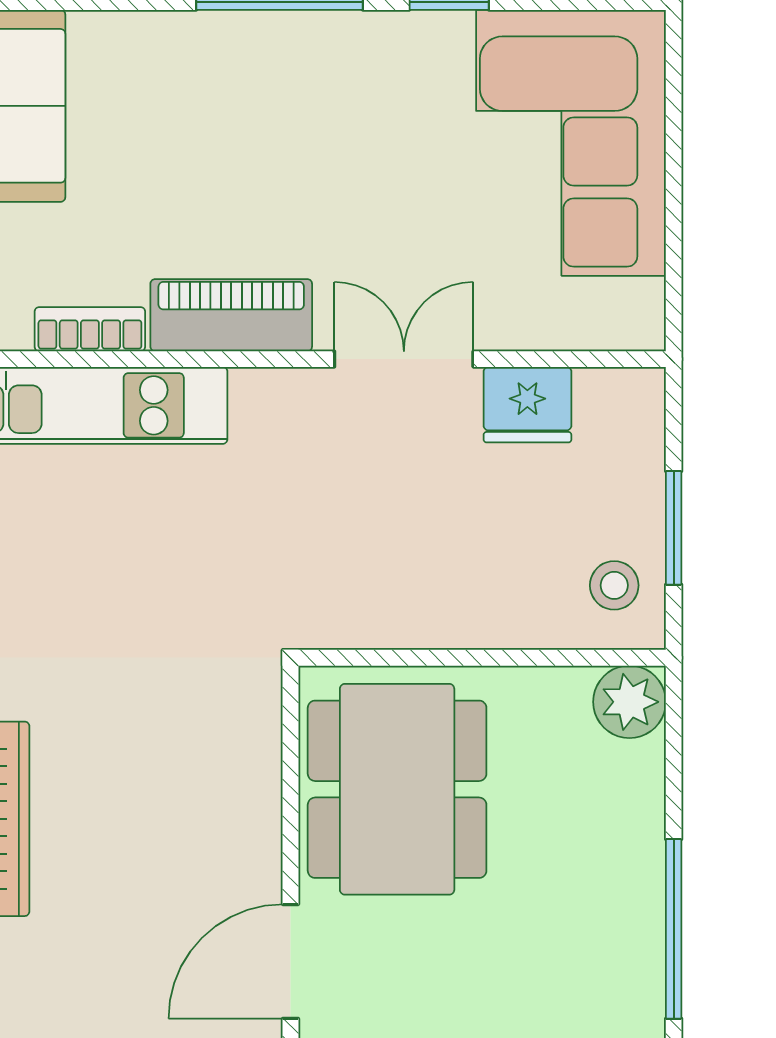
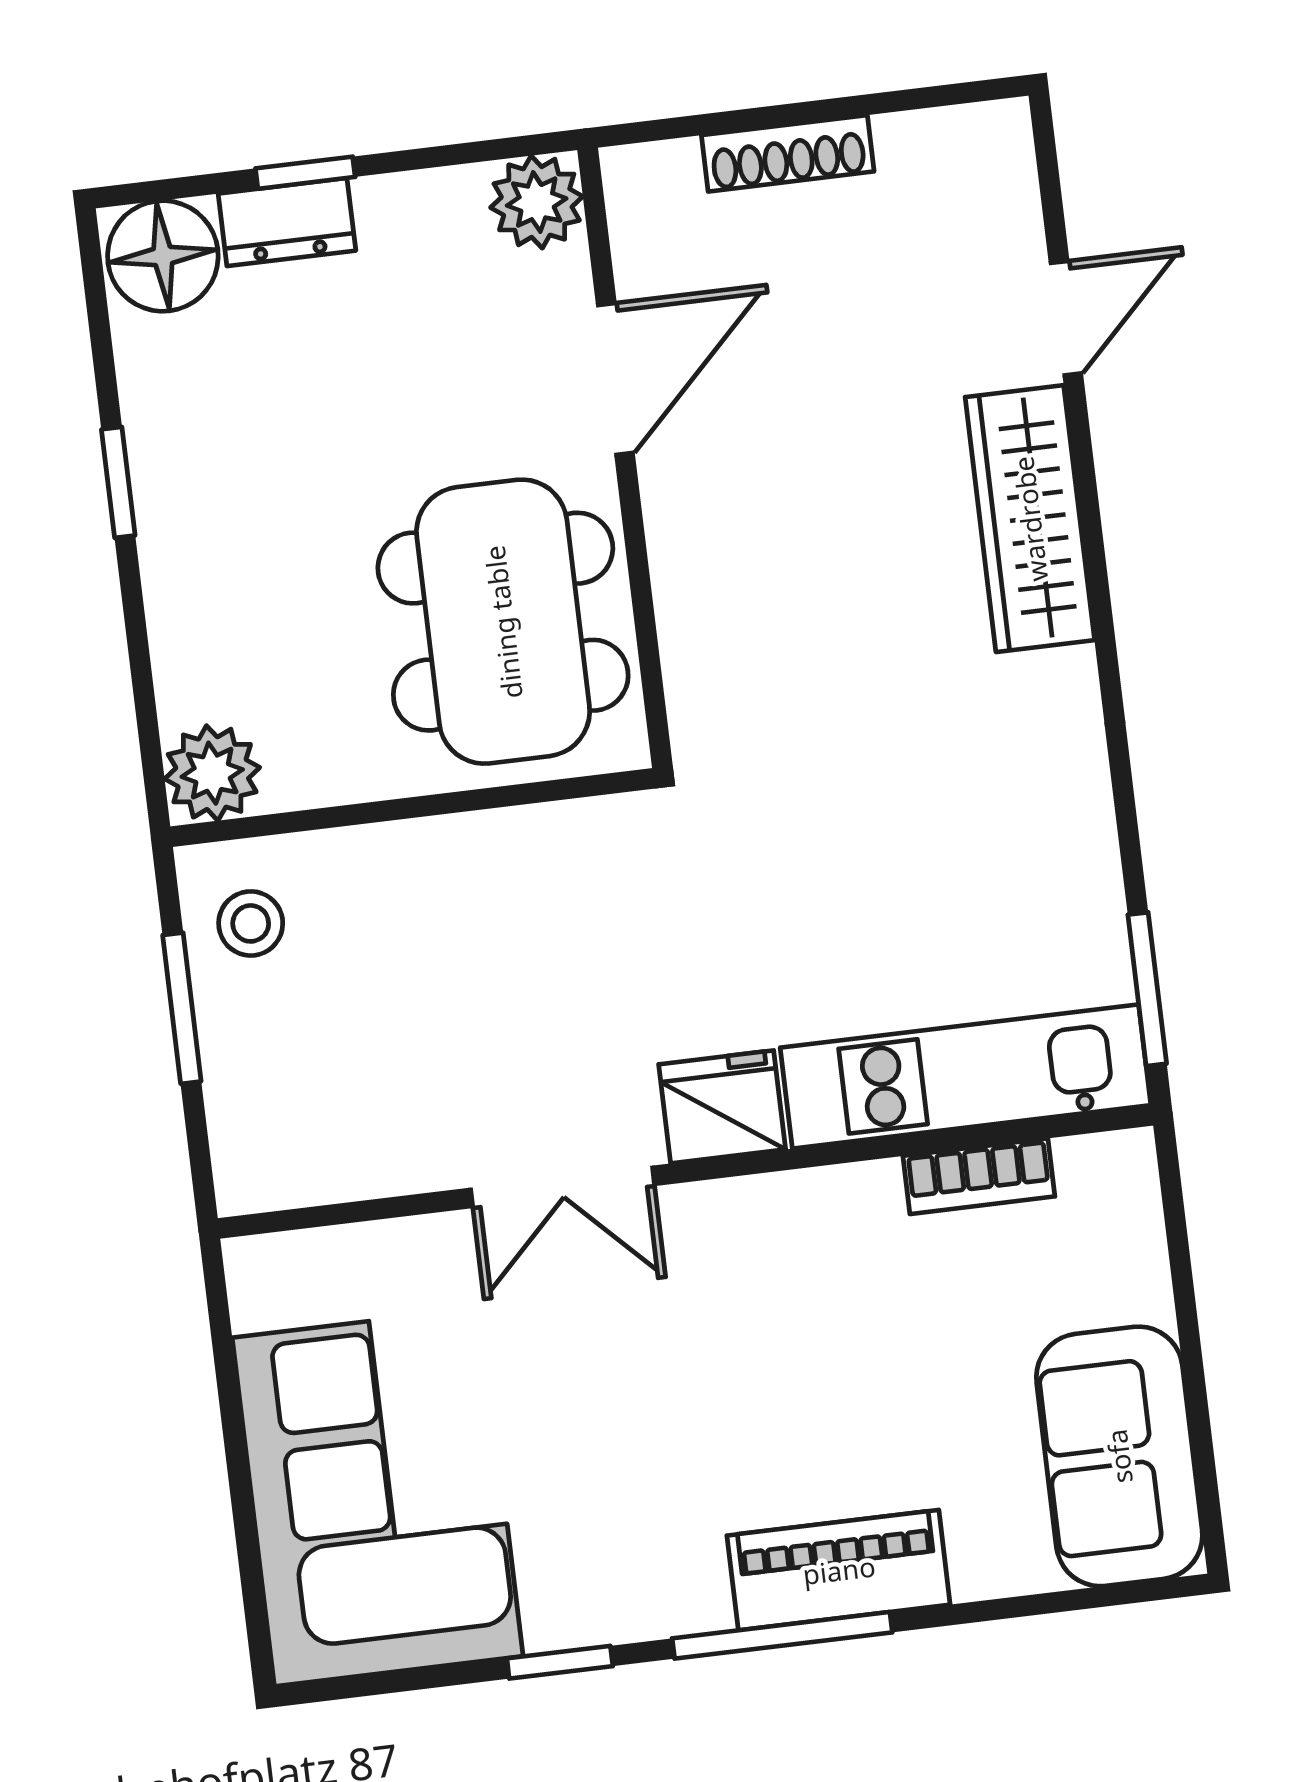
piano: (231, 315) -> (839, 1570), moved, turned 180
fridge: (527, 405) -> (722, 1107), moved
window: (674, 929) -> (118, 482), width x0.46

